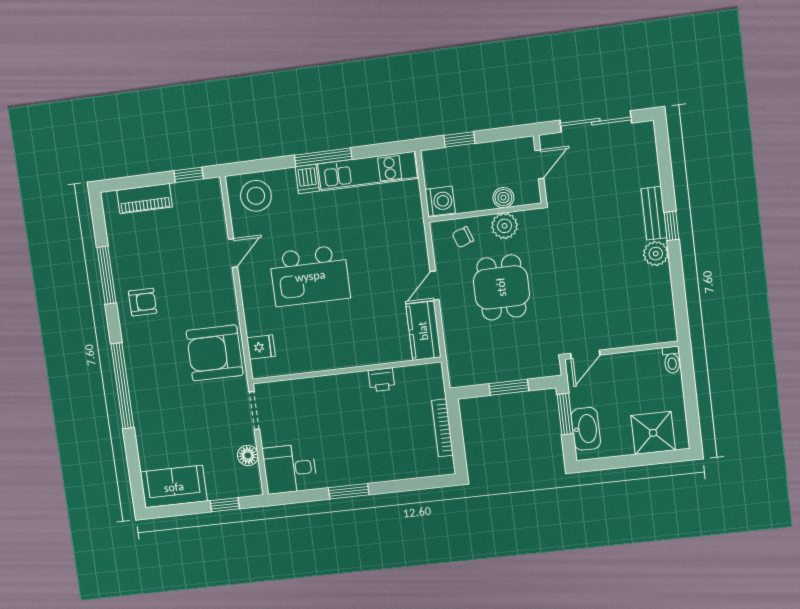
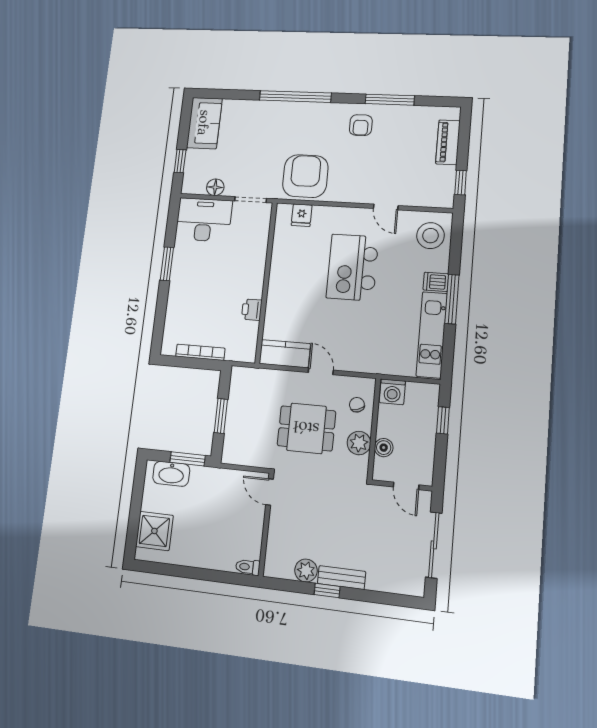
wall: (621, 350) -> (266, 524), moved
door: (585, 354) -> (269, 492), moved
toilet: (672, 360) -> (248, 567), moved
desk: (290, 469) -> (204, 220), width x1.37

